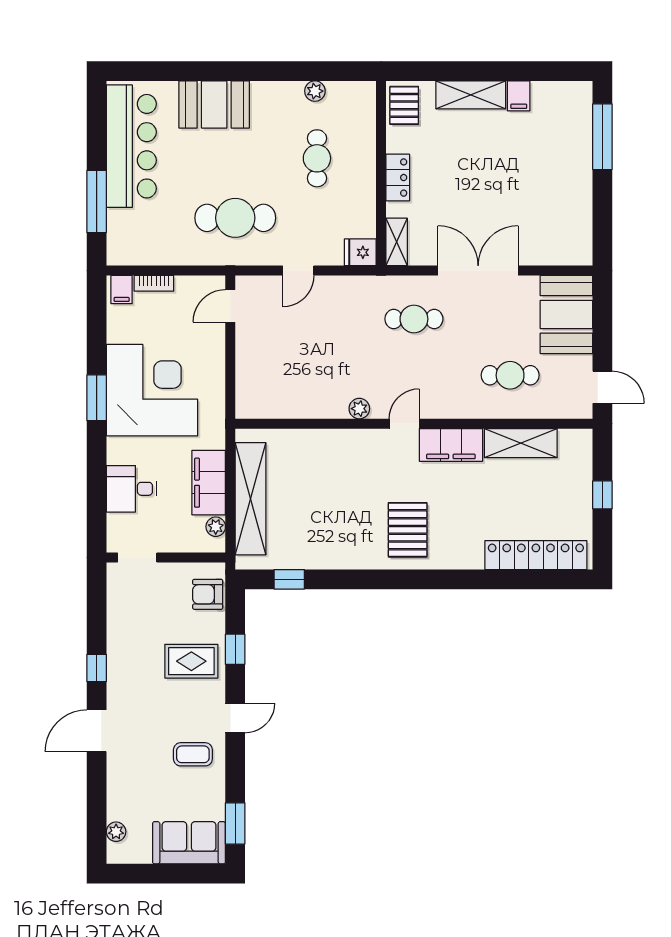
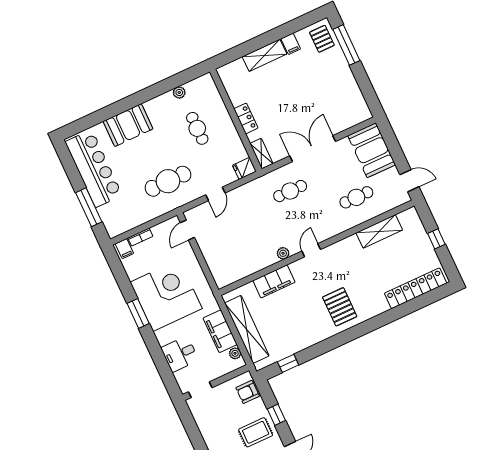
pallet: (404, 105) -> (322, 39), moved
filing cabinet: (451, 445) -> (274, 281), moved

